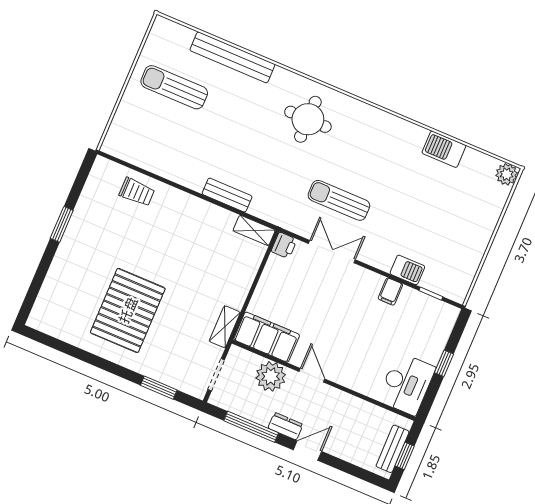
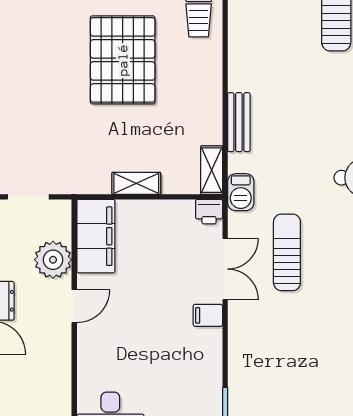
barbecue: (407, 270) -> (241, 192), moved
filing cabinet: (390, 292) -> (208, 315), moved
pallet: (128, 310) -> (123, 60), moved, turned 90
shelving: (225, 327) -> (136, 183), moved

